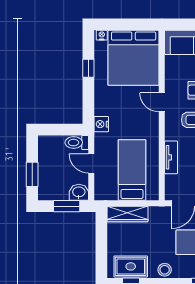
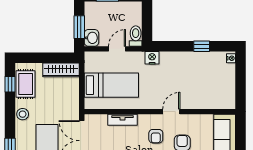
bed: (134, 58) -> (211, 87), removed
wardrobe: (127, 214) -> (61, 70), moved, turned -90

